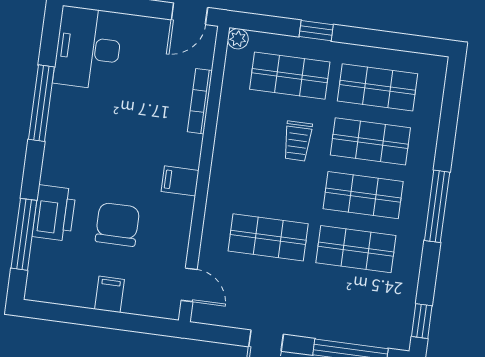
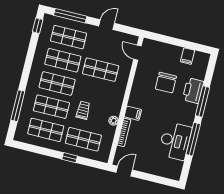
plant: (238, 39) -> (114, 121), moved
desk: (88, 48) -> (175, 141), moved
filing cabinet: (180, 181) -> (133, 113), moved
window: (437, 206) -> (18, 106), moved
window: (24, 234) -> (203, 102), moved
filing cabinet: (110, 294) -> (188, 56), moved
shop shelf: (349, 303) -> (69, 37), added

